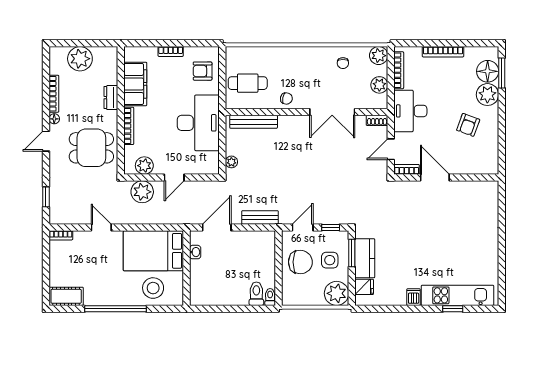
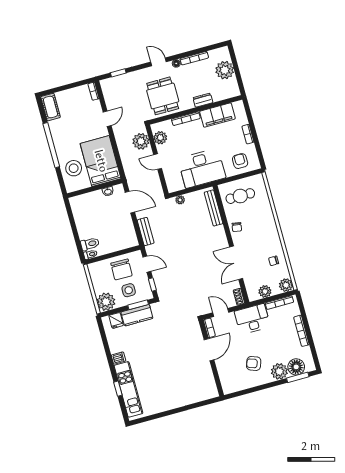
cafe table: (248, 83) -> (240, 196), turned 90

